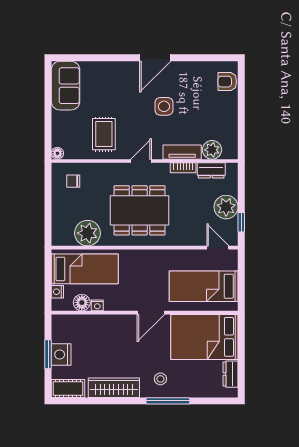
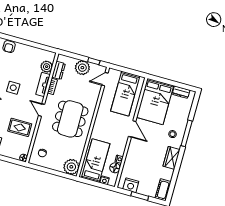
plant: (88, 233) -> (71, 167), moved
nightstand: (61, 355) -> (131, 185), moved
wardrobe: (114, 388) -> (171, 158), width x0.67

